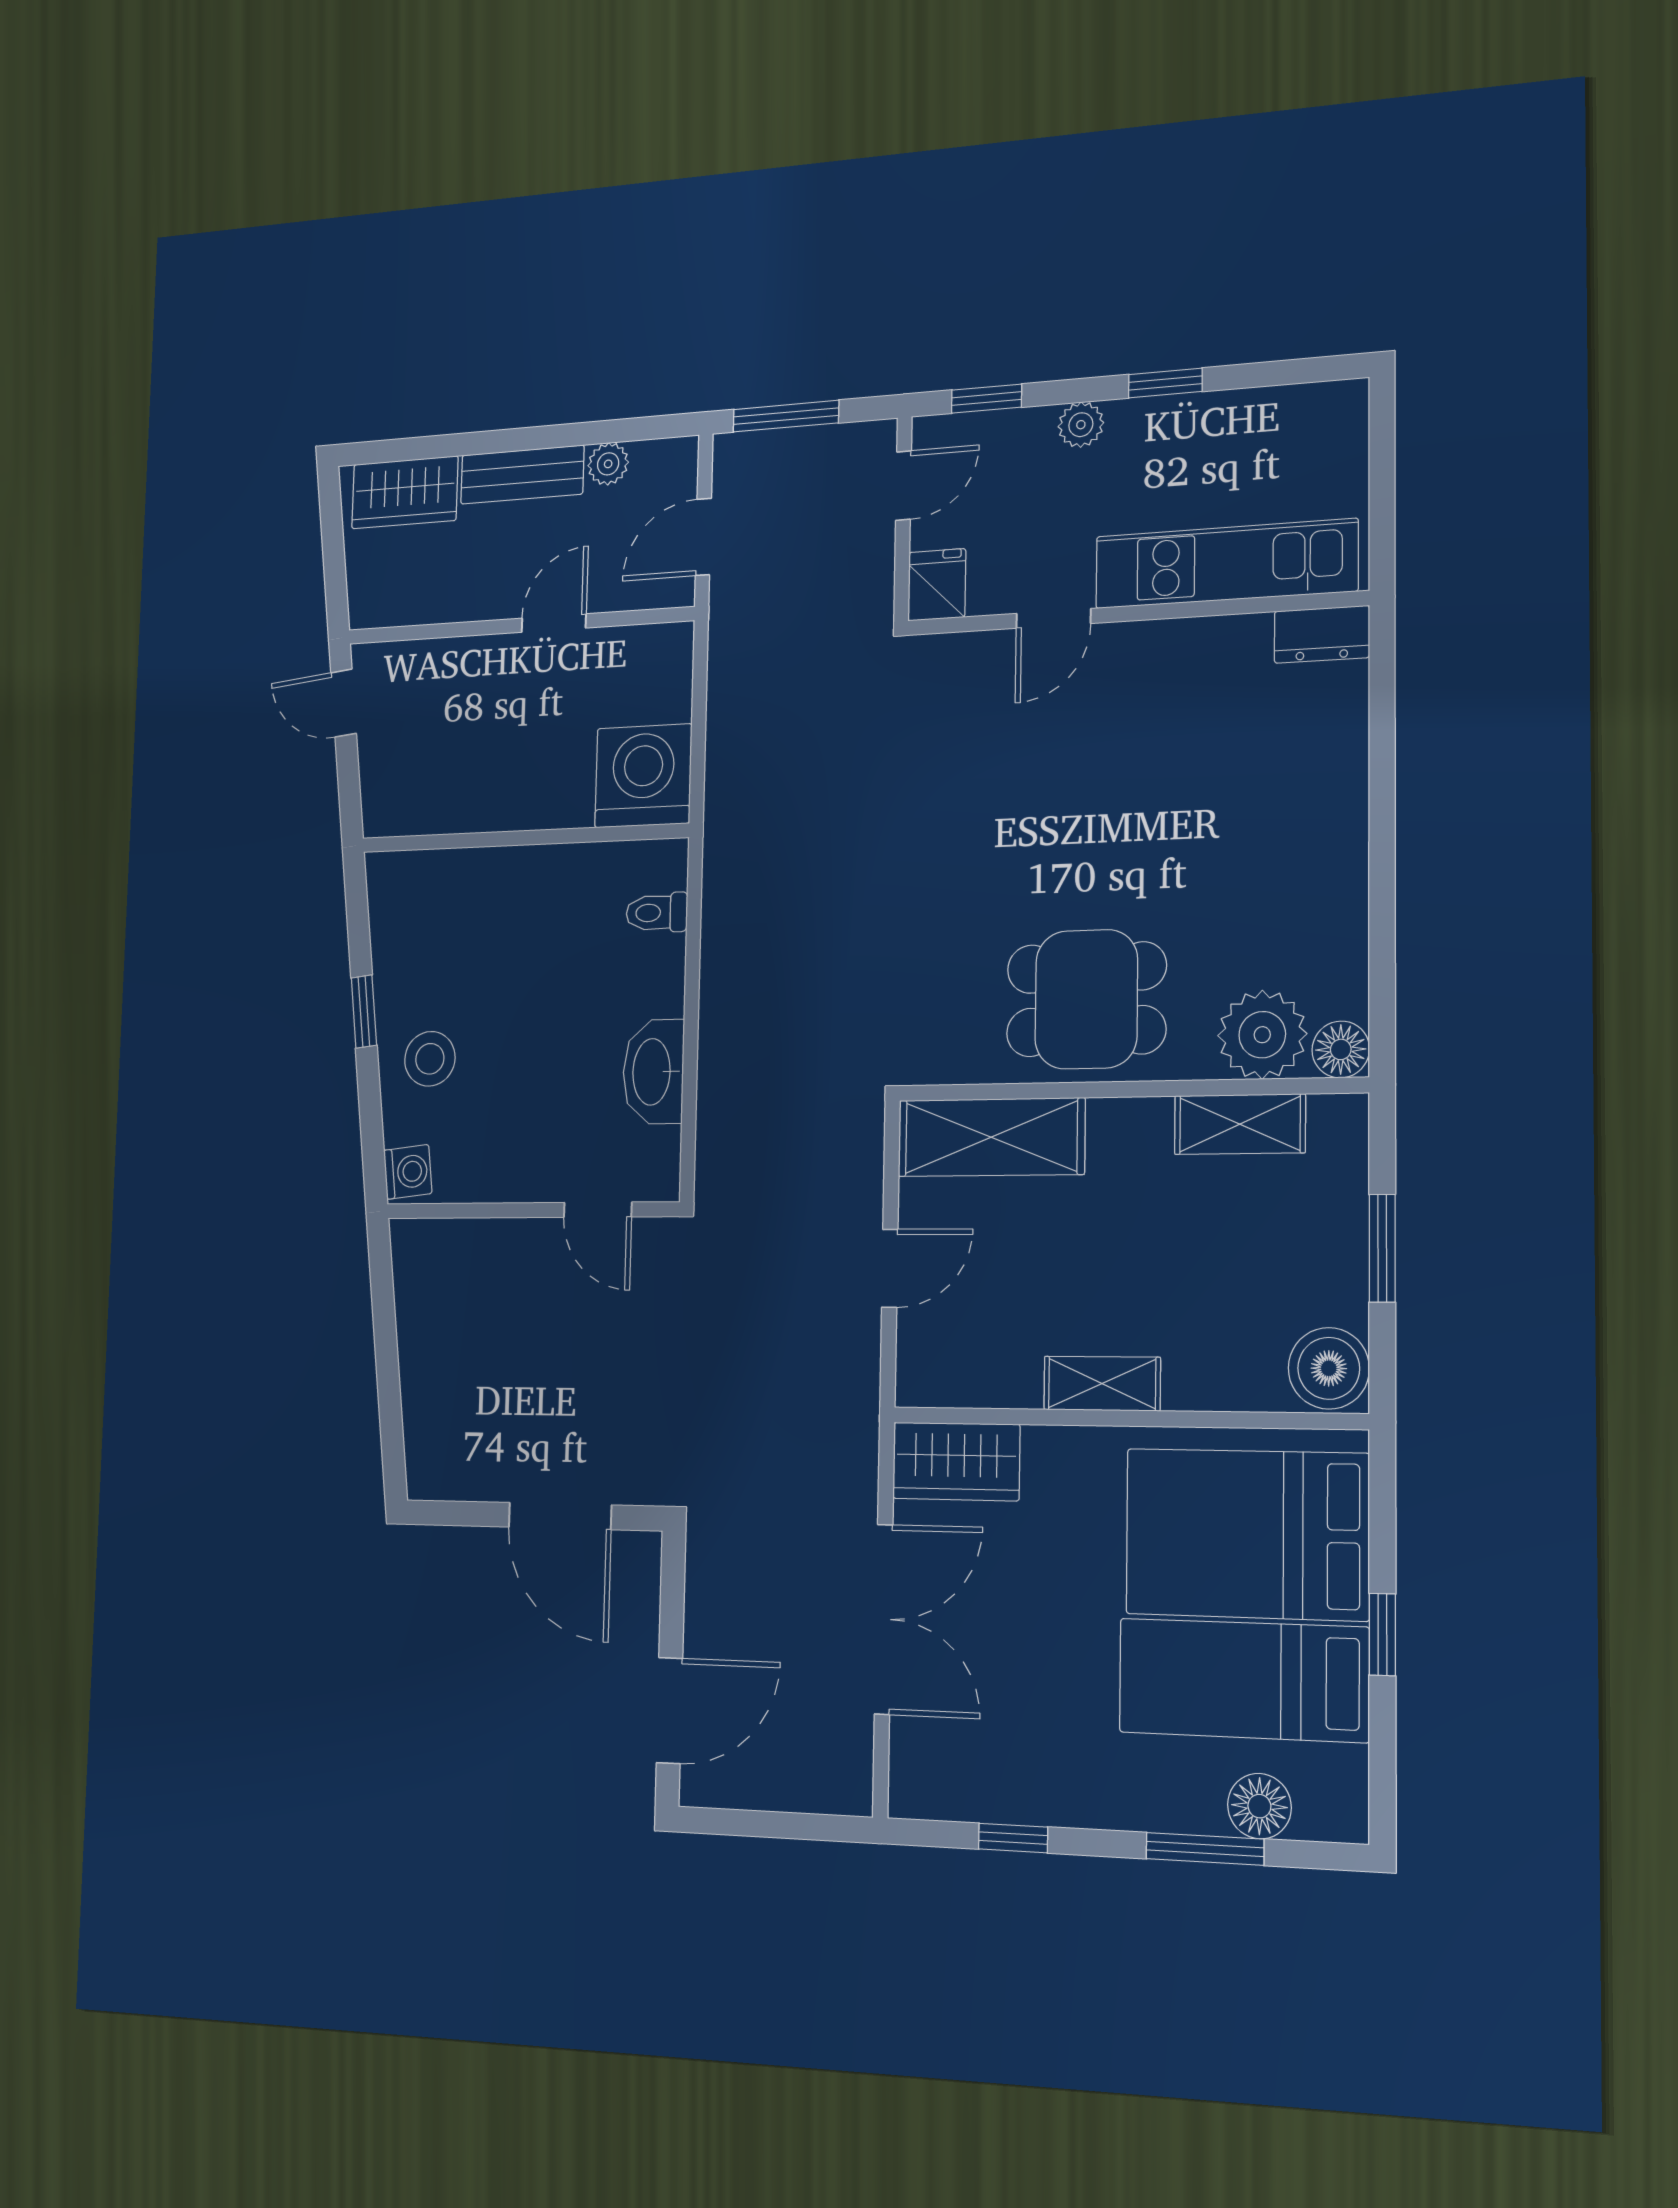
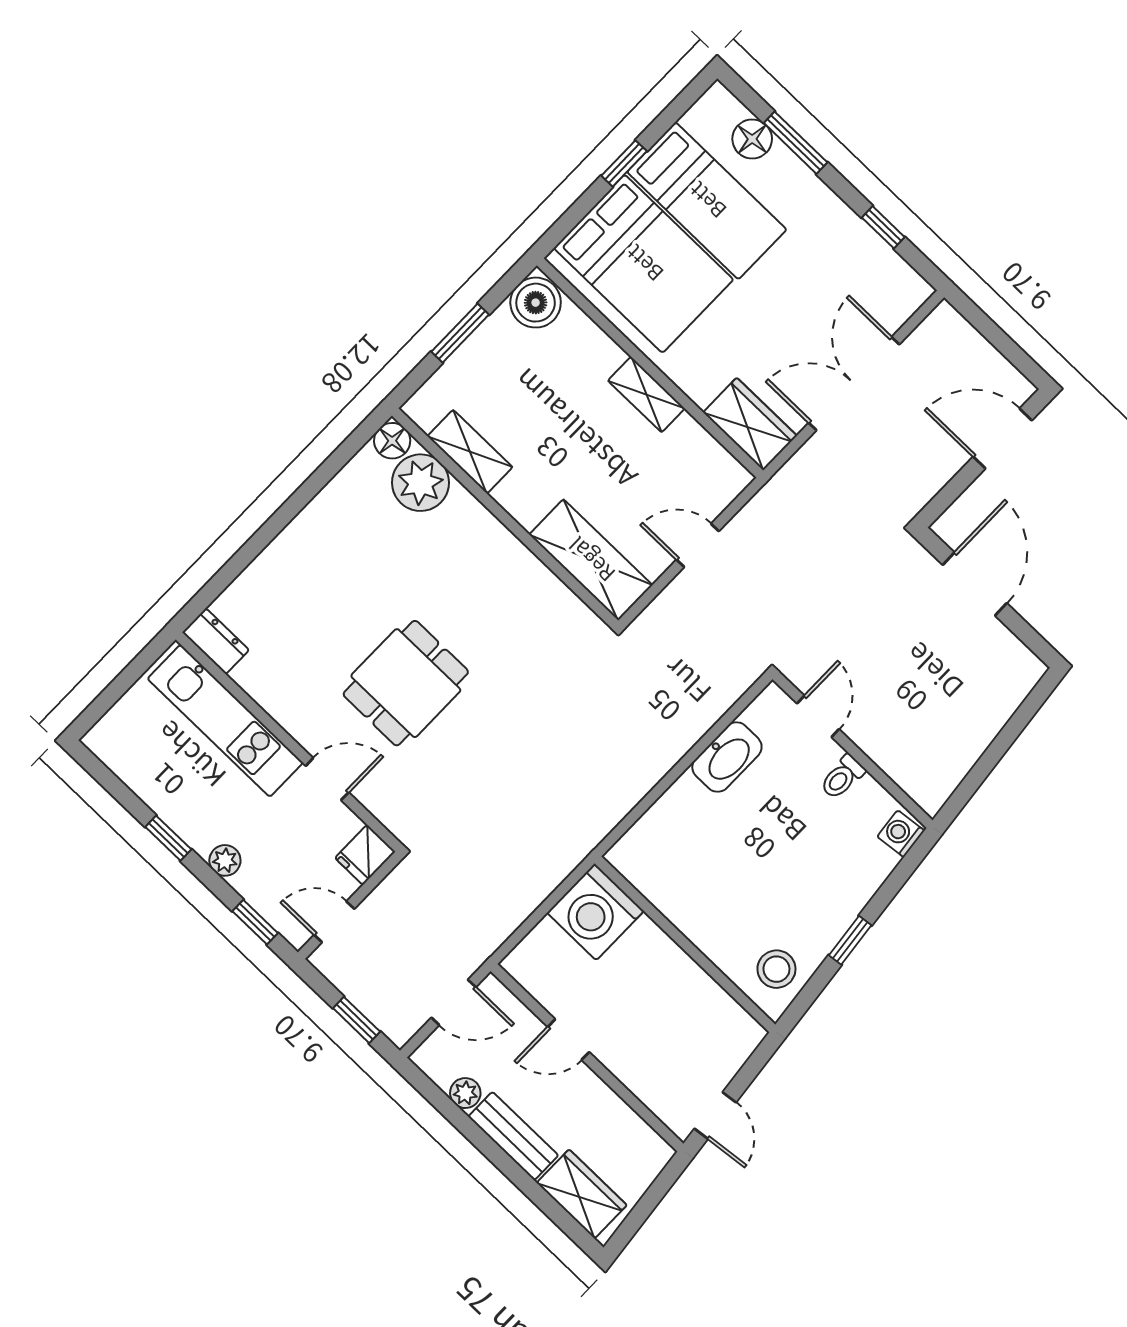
window: (786, 416) -> (357, 1020), width x0.67
toilet: (657, 913) -> (842, 777), moved, turned 90
dining table: (1086, 999) -> (406, 683), moved, turned 90
stool: (430, 1059) -> (776, 969), moved

